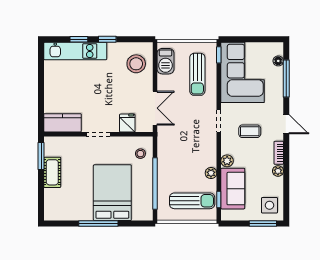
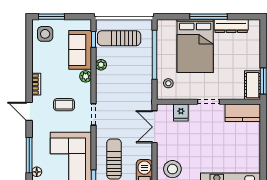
plant: (278, 171) -> (37, 67), removed
cot: (52, 172) -> (253, 85), moved
dresser: (75, 214) -> (231, 26), added

